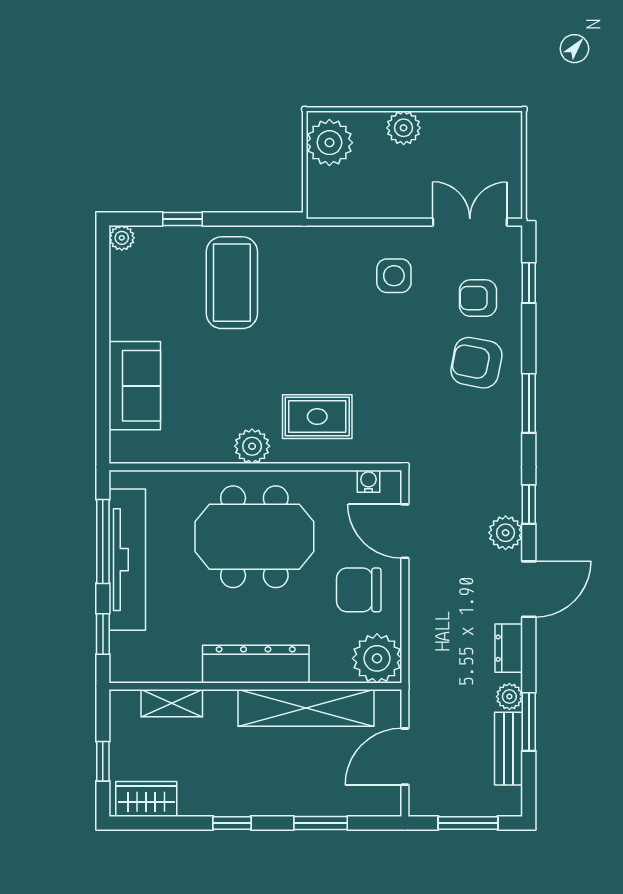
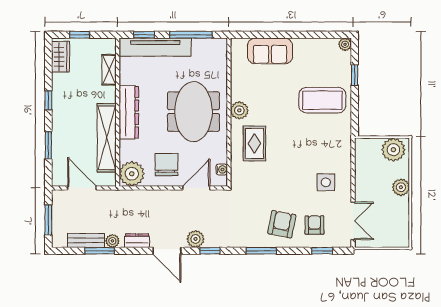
tv unit: (127, 560) -> (155, 47), moved

